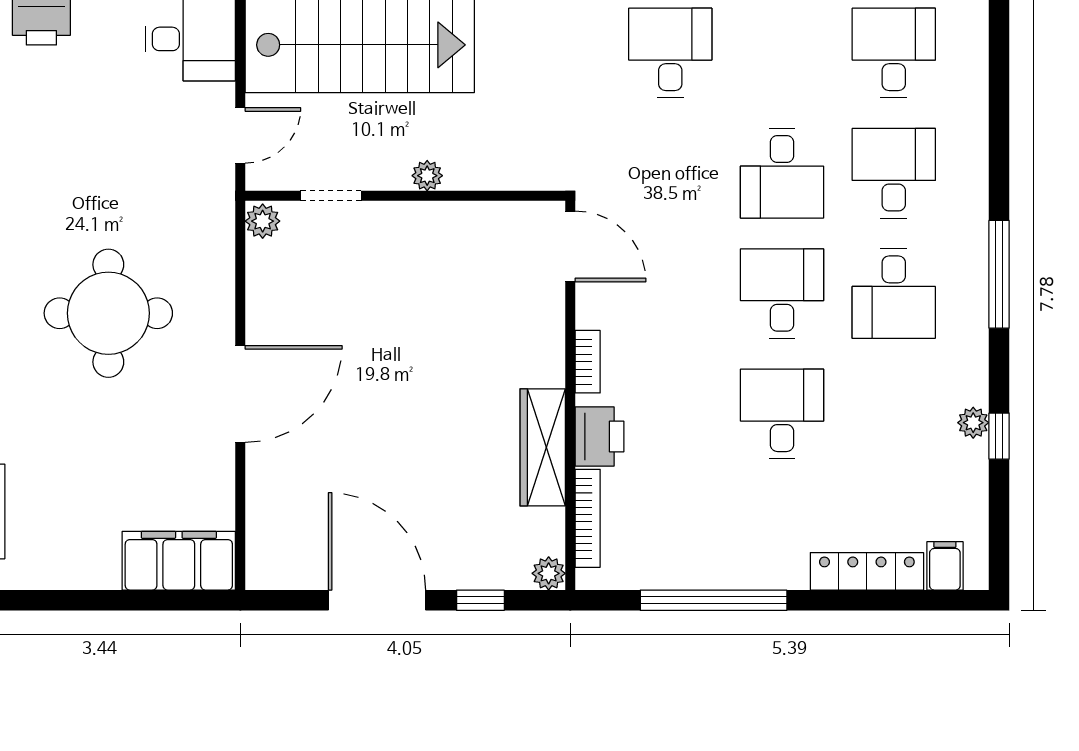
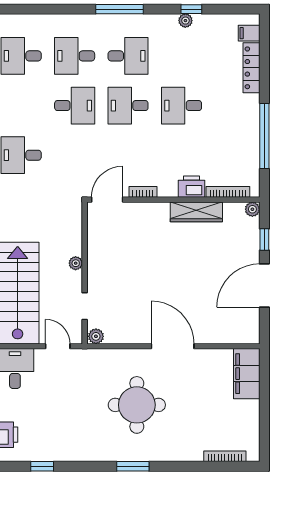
bookcase: (588, 362) -> (143, 192), moved

